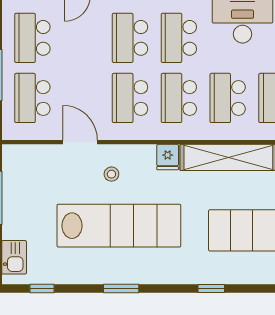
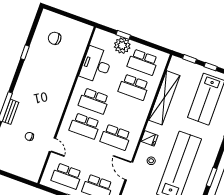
school desk: (179, 98) -> (125, 112), removed
door: (80, 142) -> (129, 171), hinge flipped
fridge: (168, 157) -> (149, 138), moved

